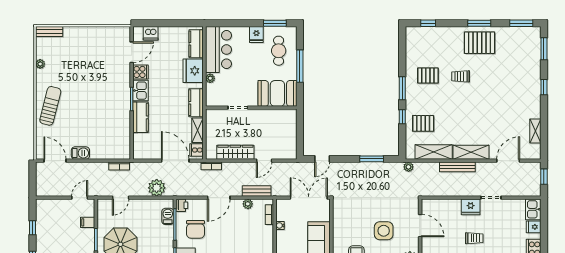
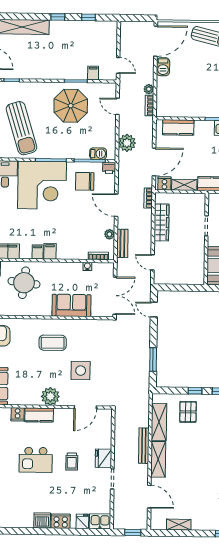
kitchen counter: (141, 117) -> (178, 127), moved
door: (55, 161) -> (156, 41), width x1.36
door: (264, 161) -> (153, 262), moved
plant: (408, 167) -> (149, 89), moved

